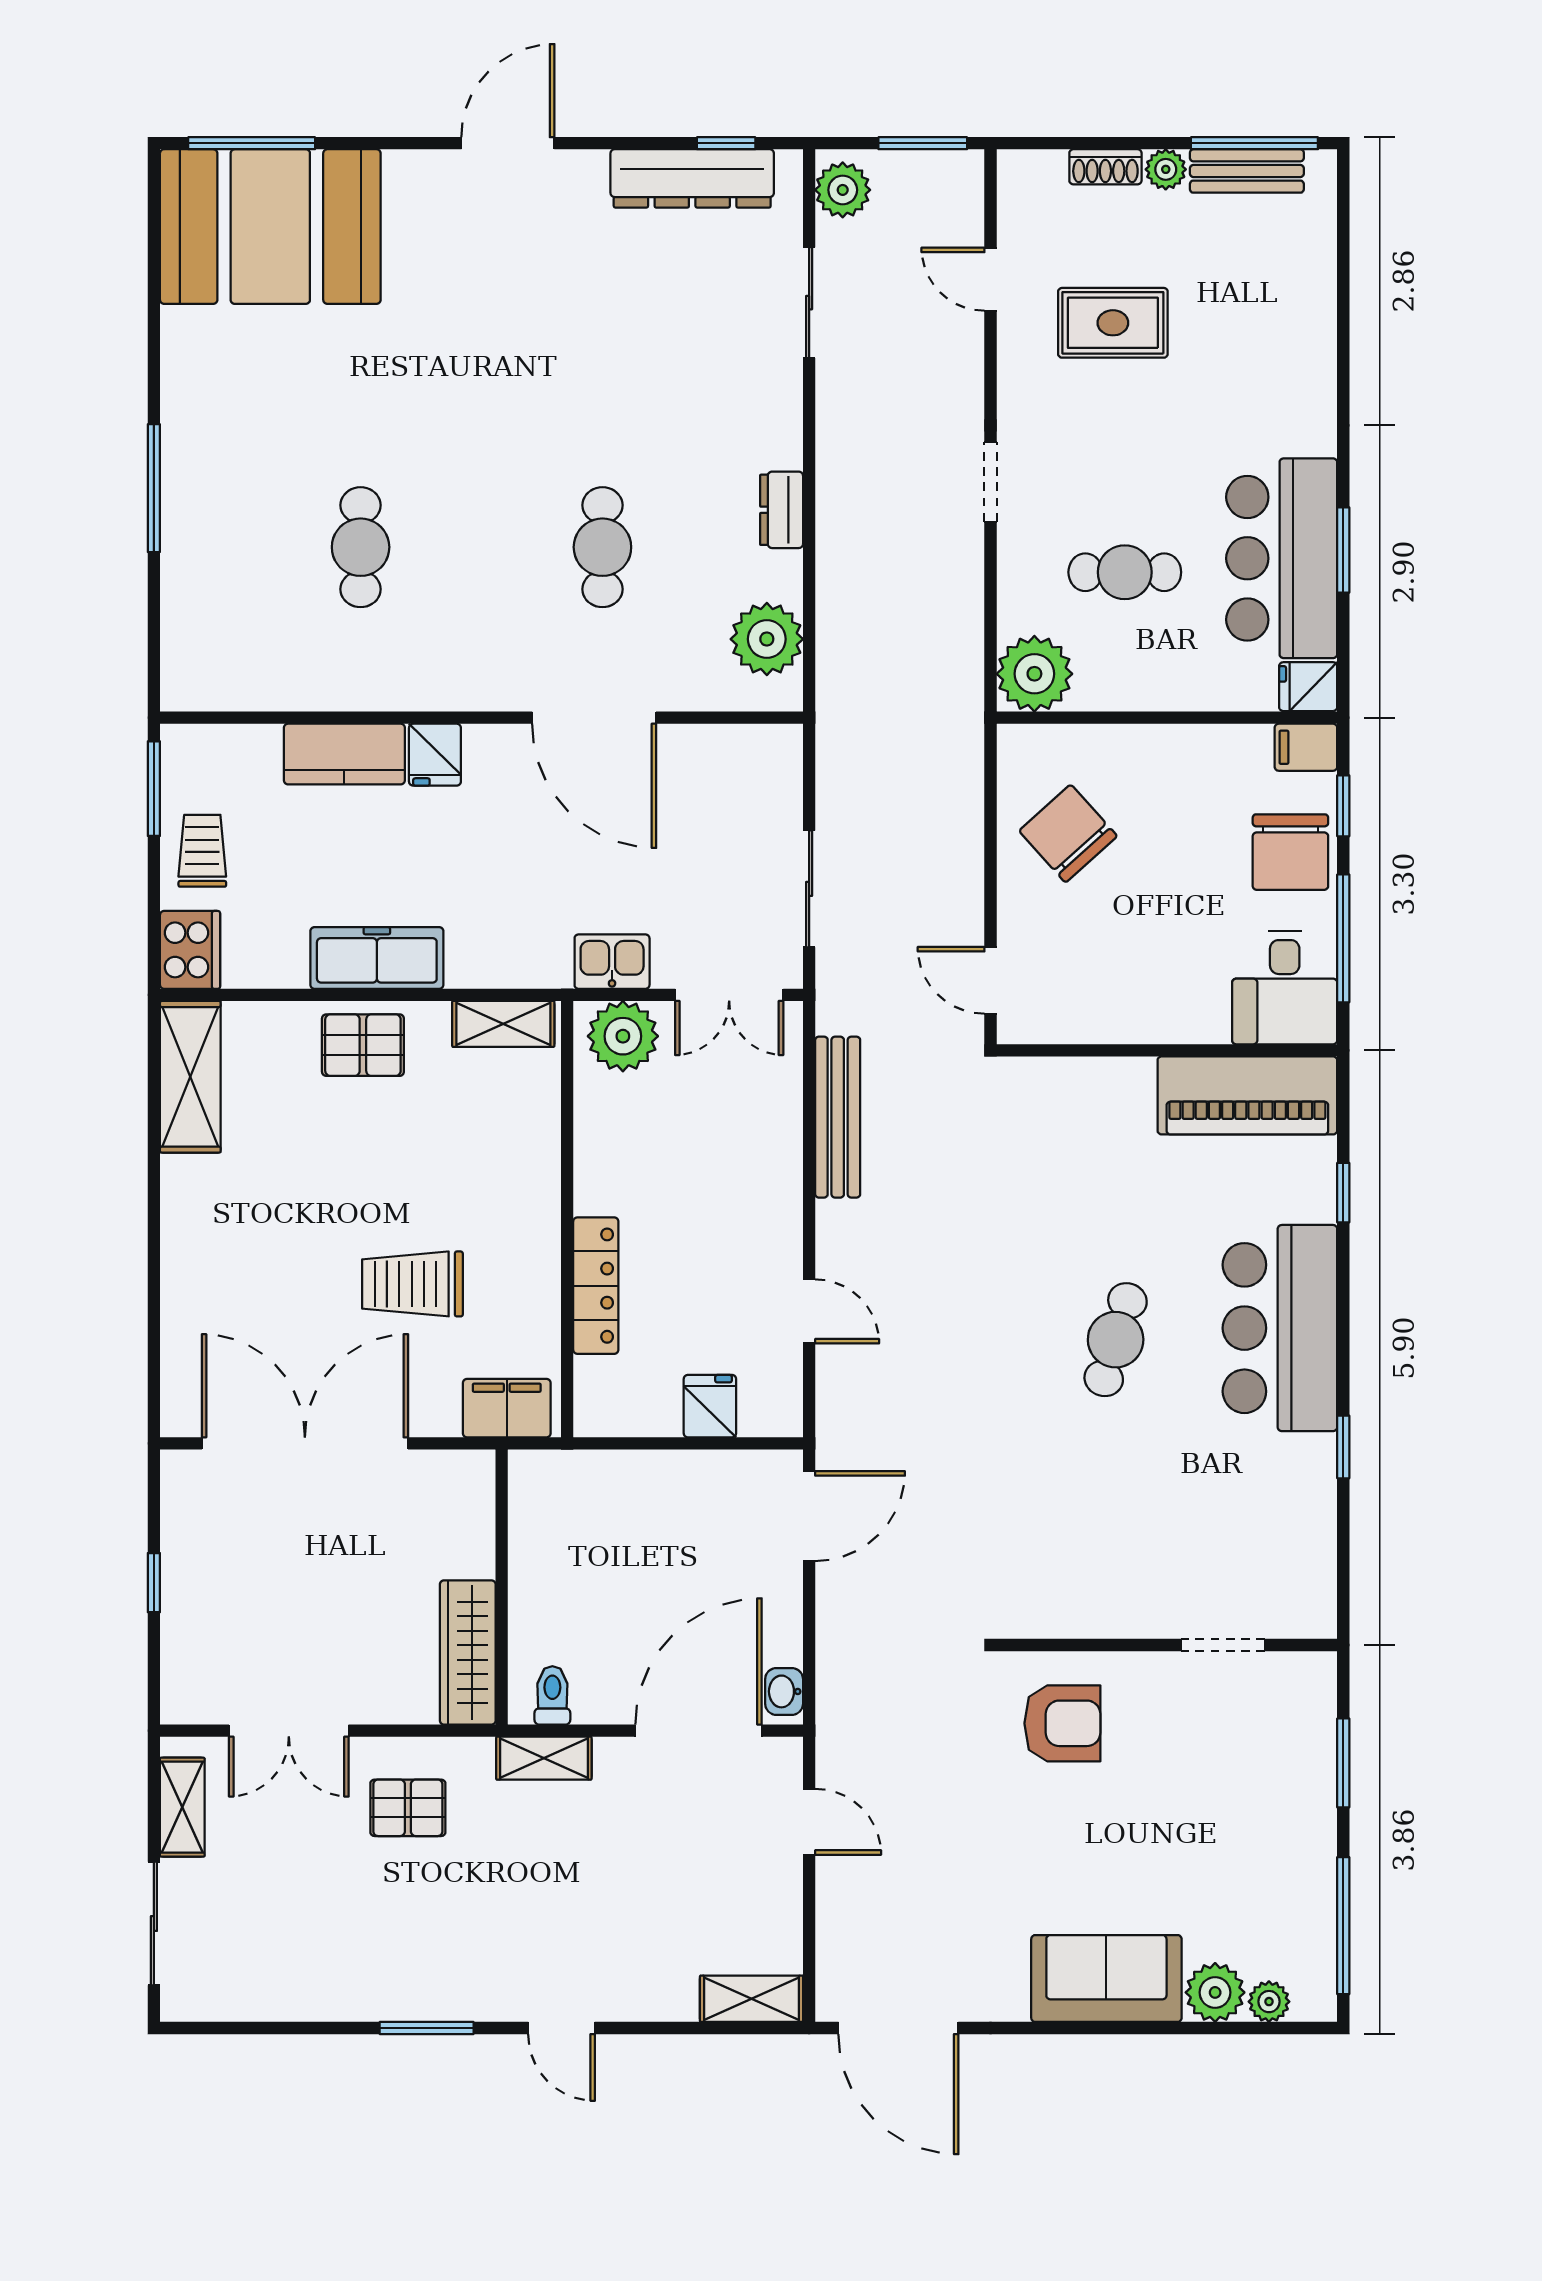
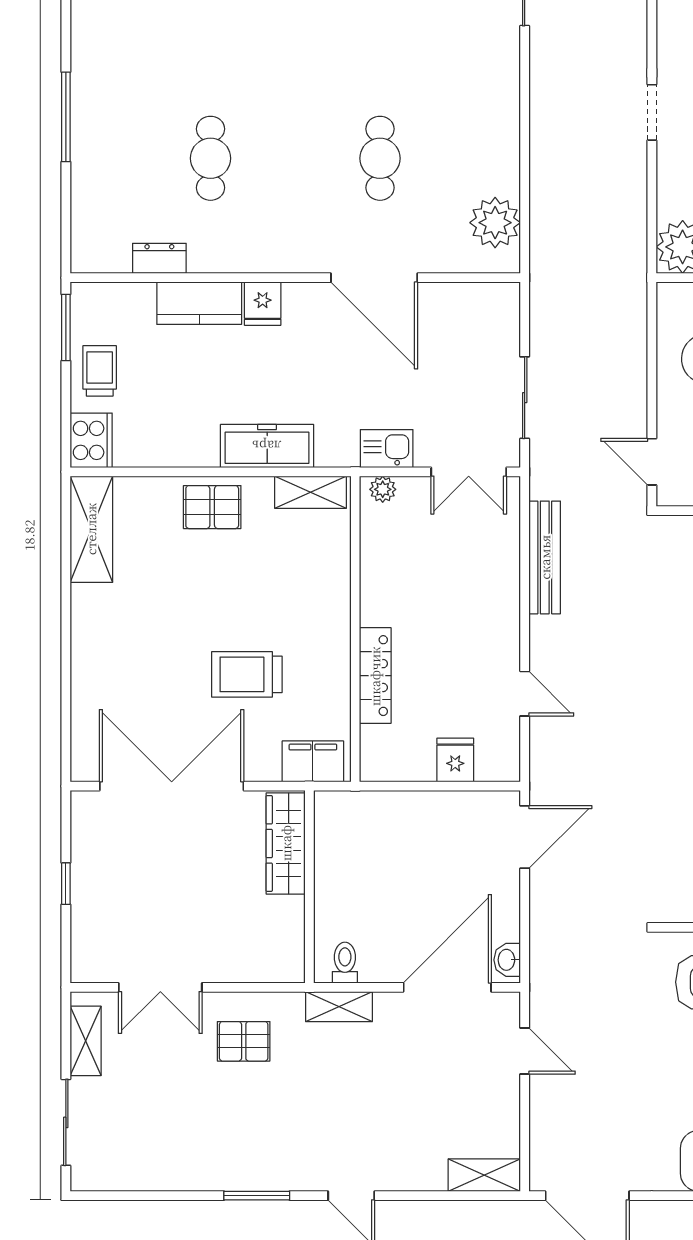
dresser: (782, 510) -> (159, 258), moved, turned 90
freezer: (377, 958) -> (267, 446), moved
plant: (623, 1036) -> (383, 489), width x0.53, depth x0.53
wardrobe: (468, 1652) -> (286, 843), moved

